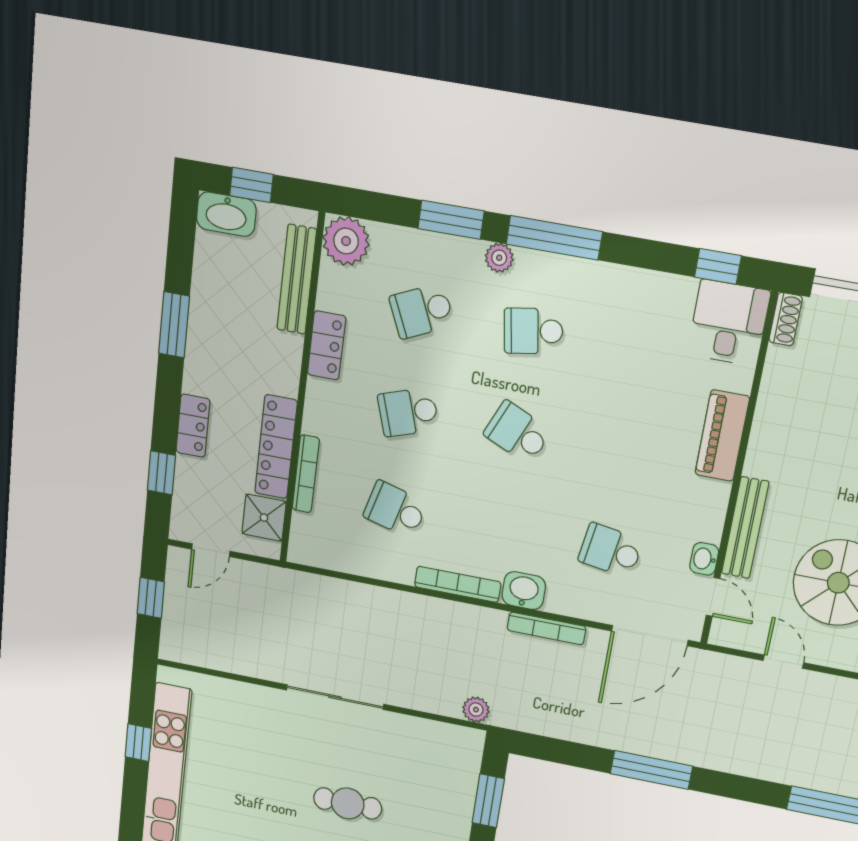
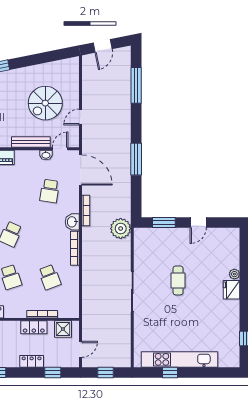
locker: (276, 447) -> (34, 327), width x0.66
school desk: (395, 509) -> (50, 277), turned -36
door: (211, 550) -> (81, 349), hinge flipped
plant: (476, 710) -> (121, 229), width x1.88, depth x1.88

